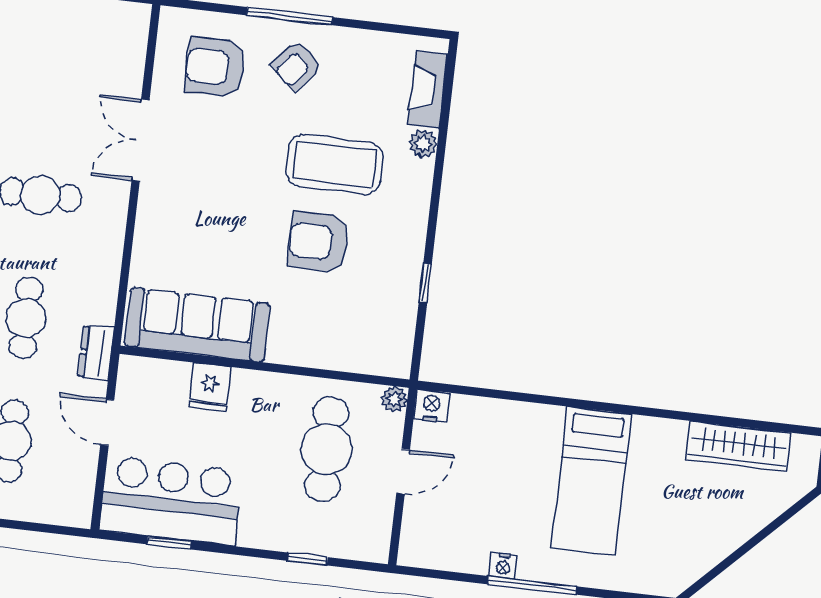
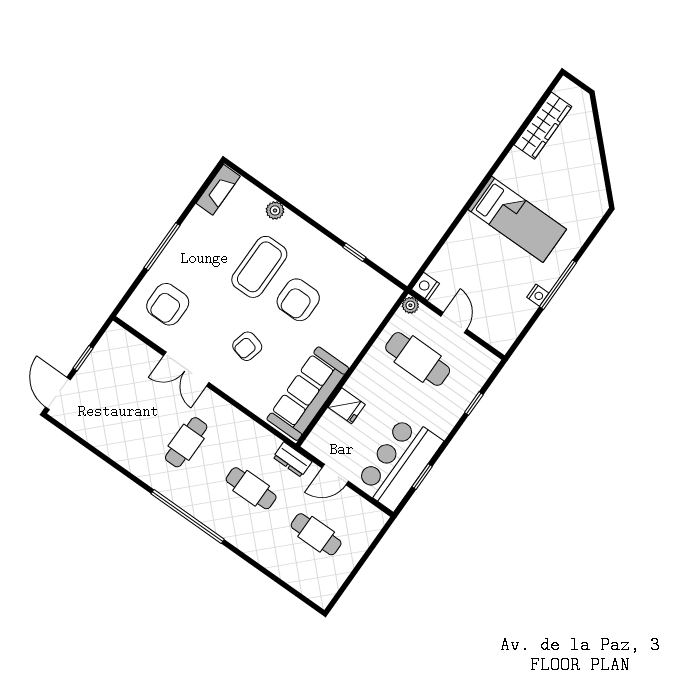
armchair: (296, 66) -> (247, 346), moved, turned 64
fireplace: (428, 89) -> (218, 190), moved, turned -90

